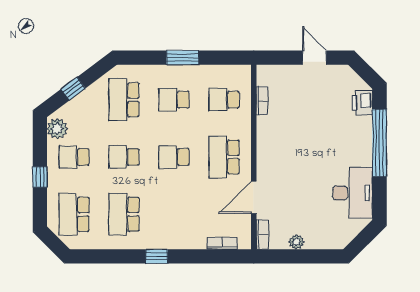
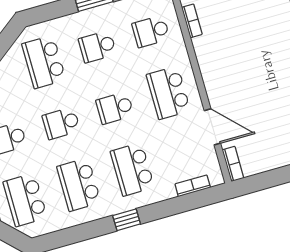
door: (254, 197) -> (212, 127), swing flipped
school desk: (174, 214) -> (132, 169), added
plant: (296, 242) -> (272, 162), removed

